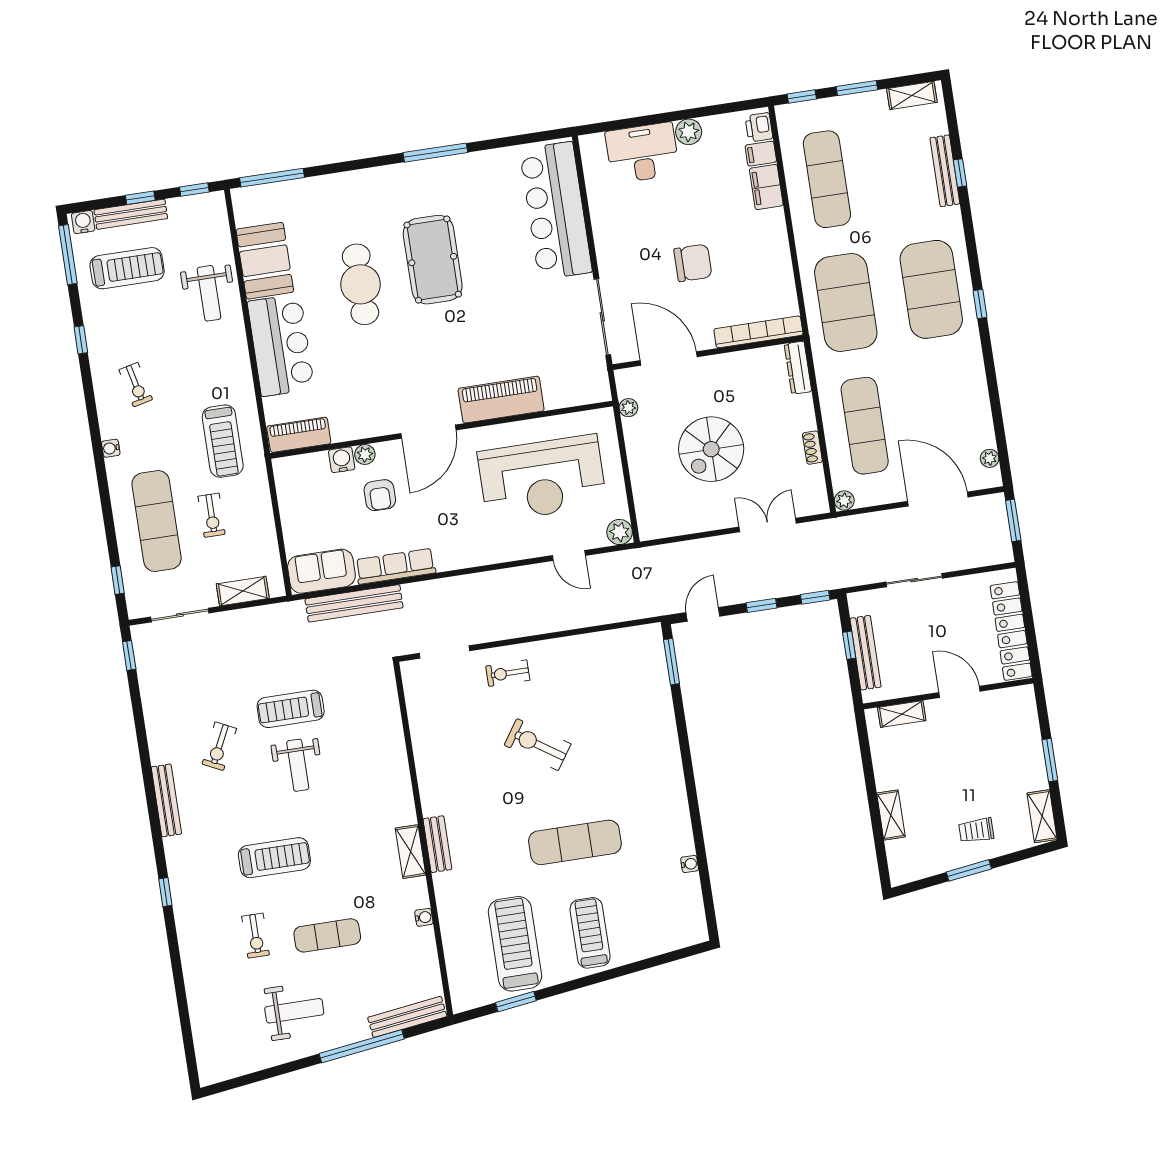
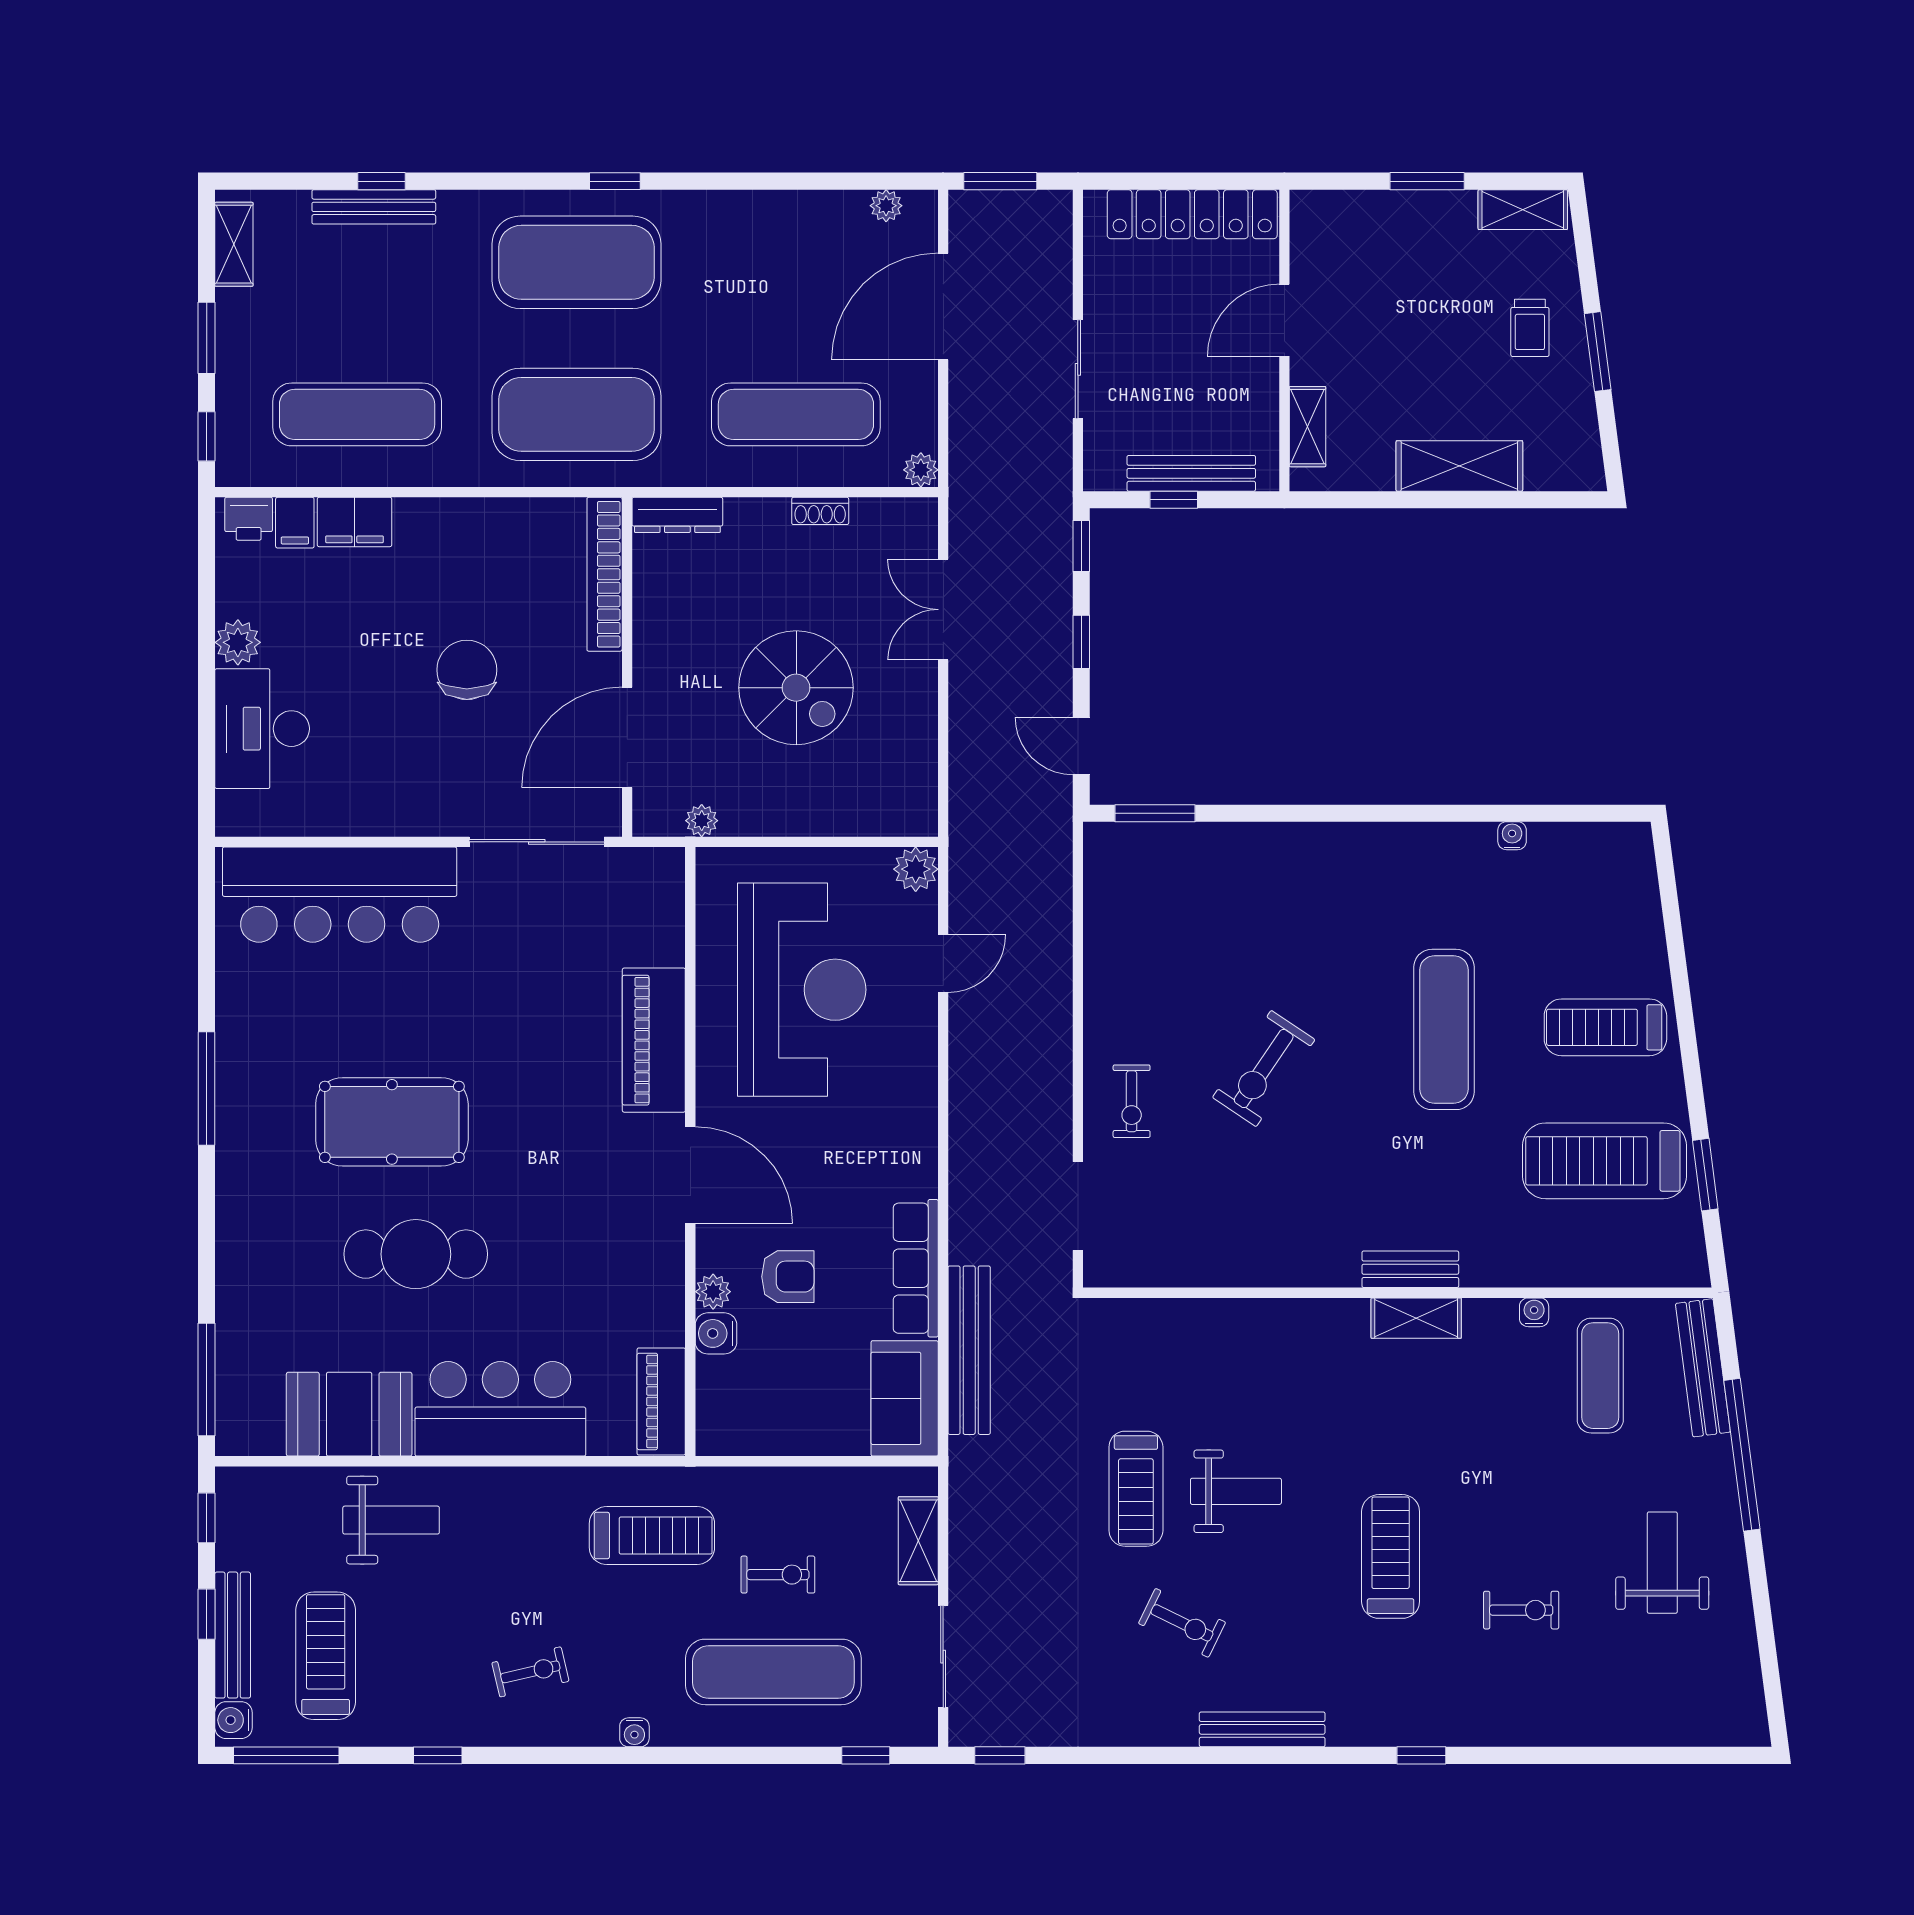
shelving: (891, 815) -> (1459, 466), width x1.50, depth x1.33
exercise mat: (327, 935) -> (1600, 1376), moved

